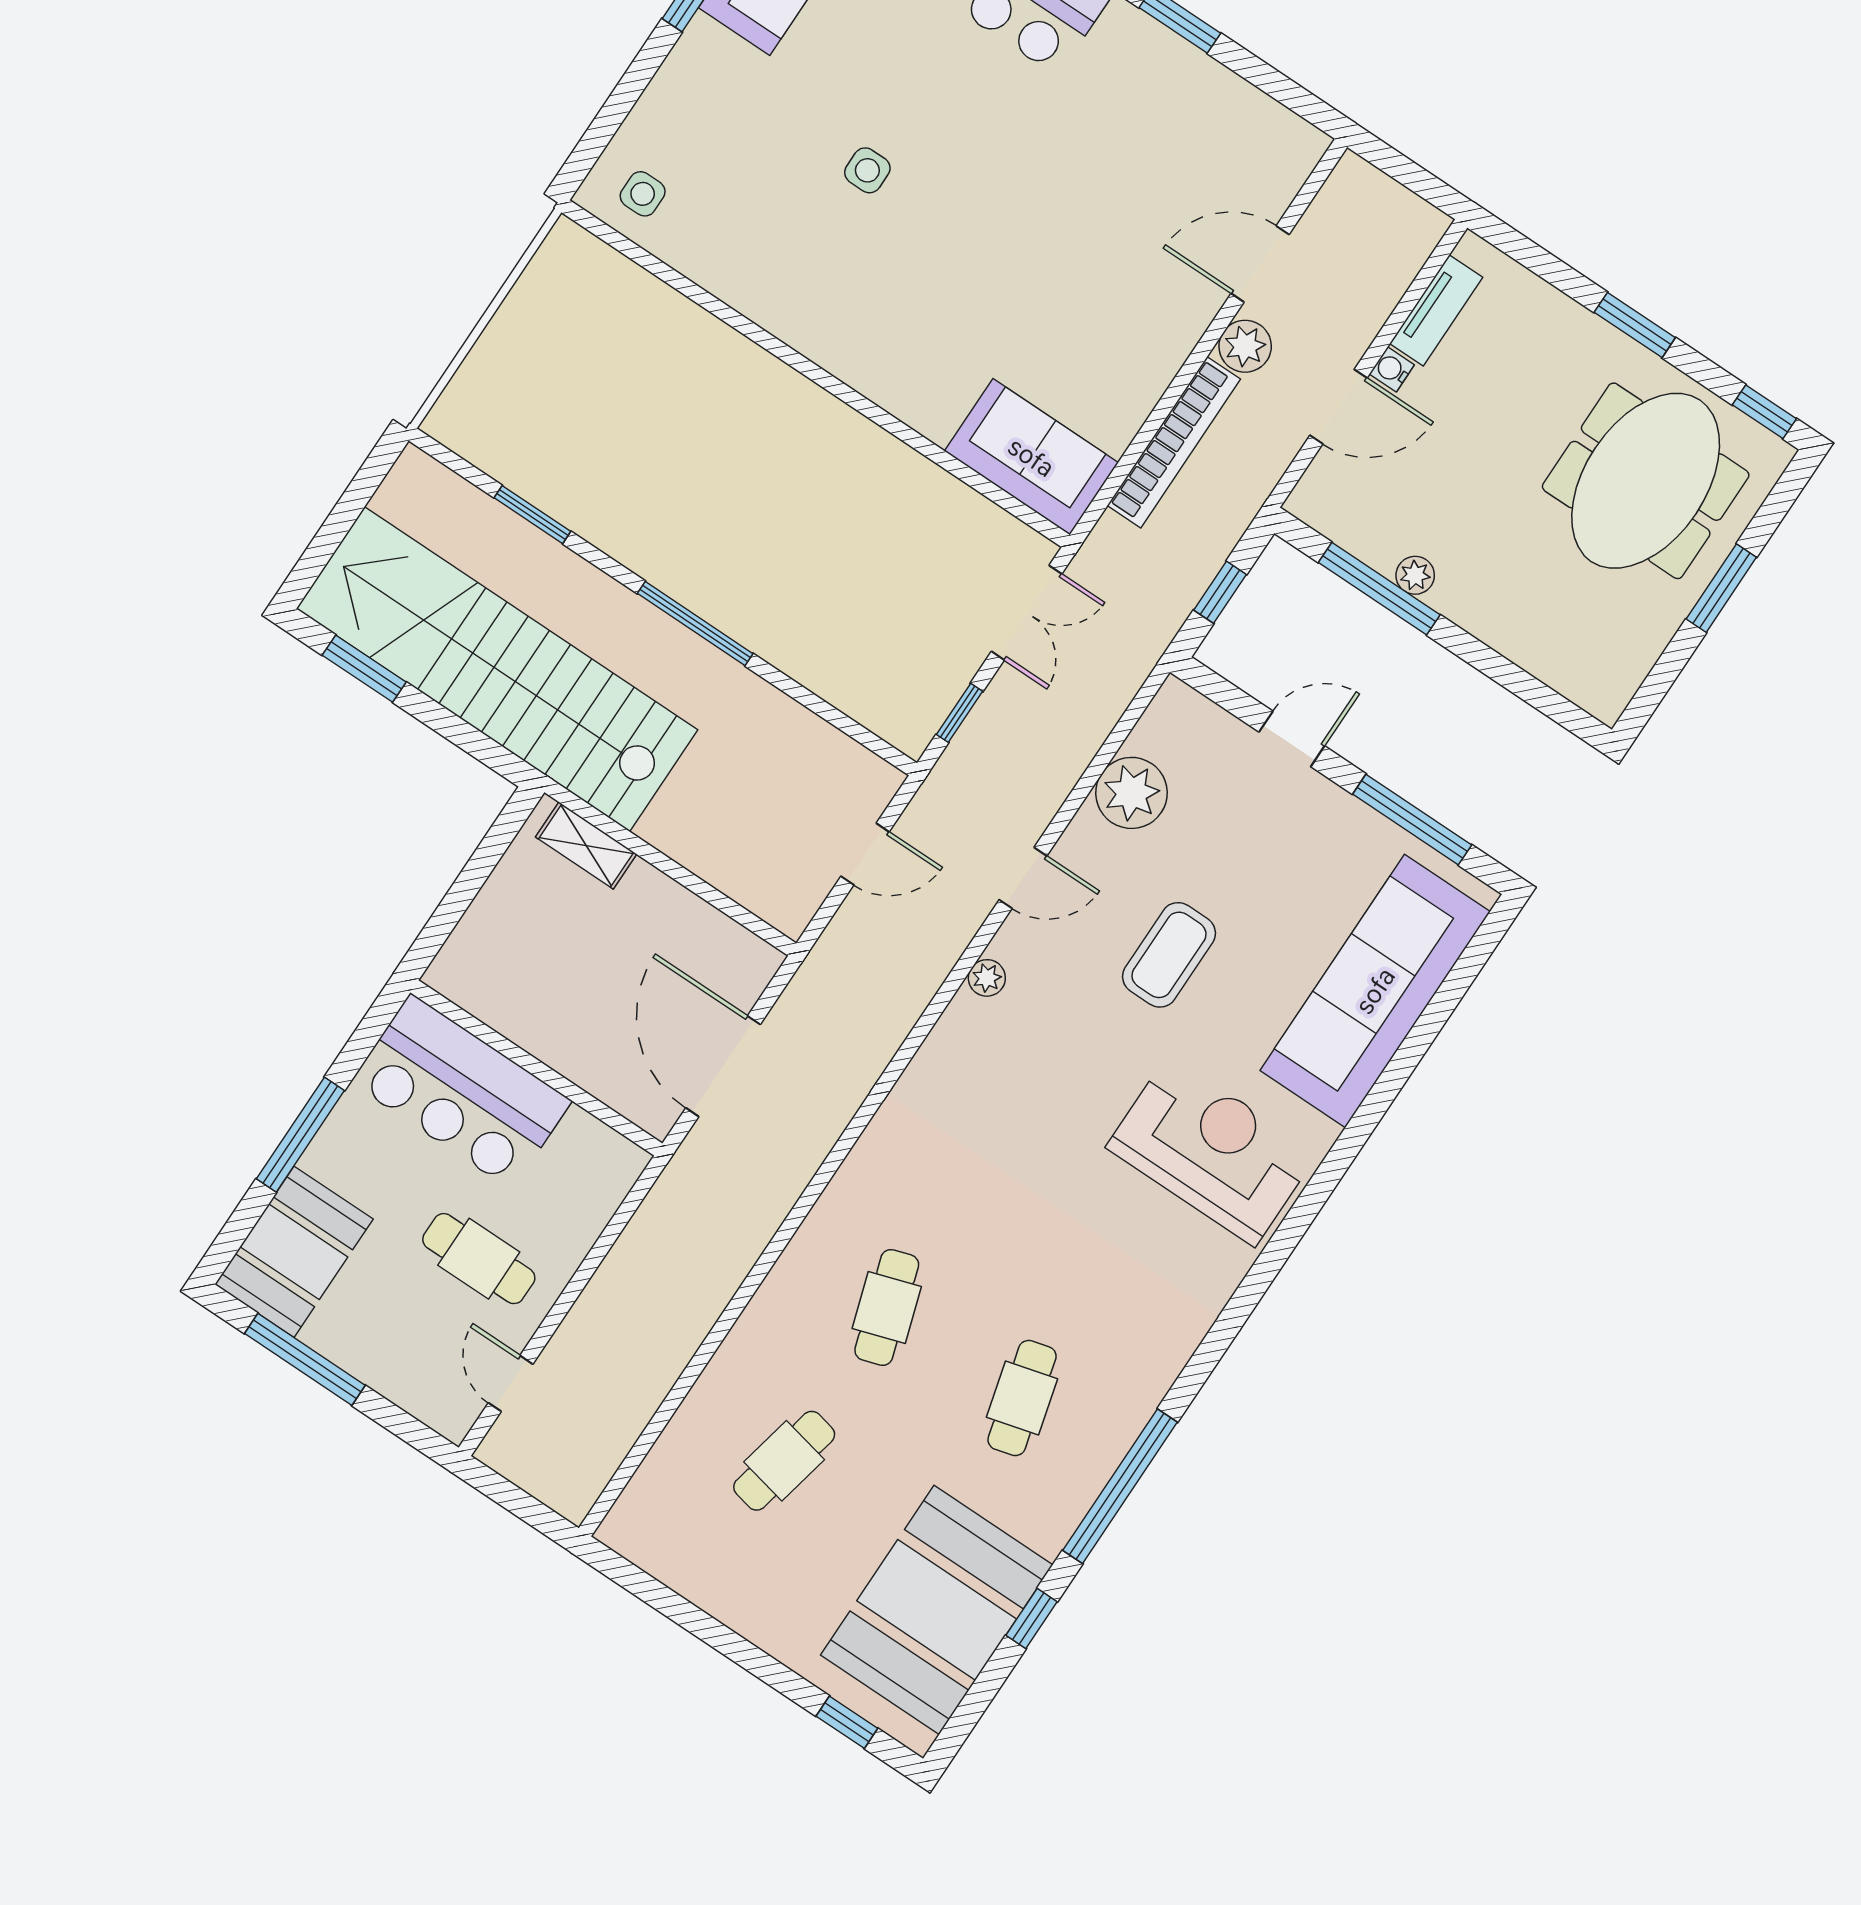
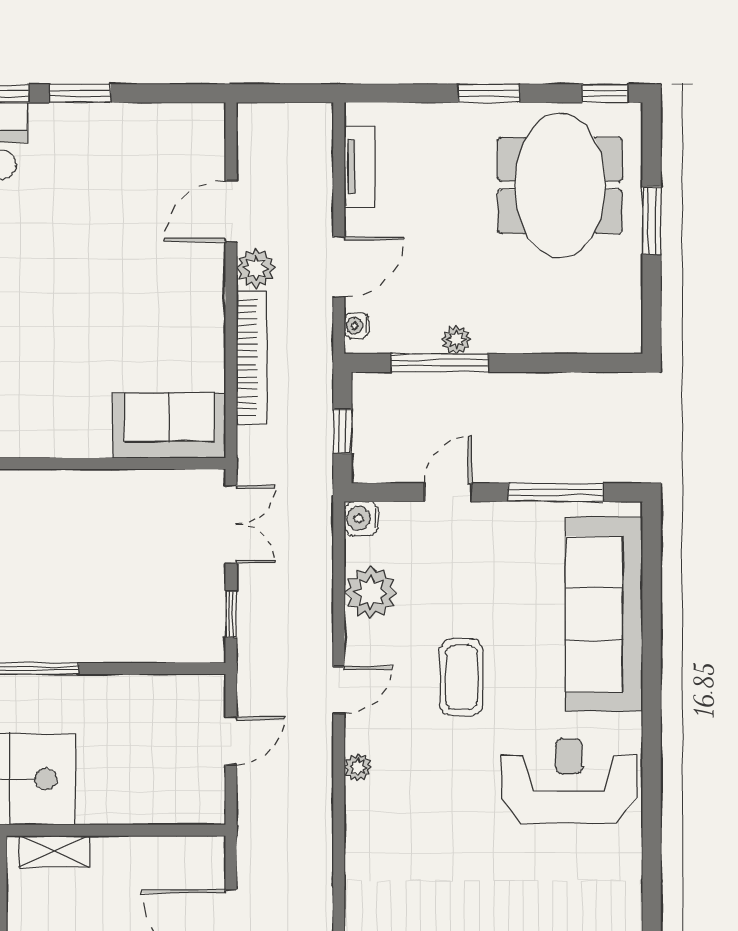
water cooler: (1392, 369) -> (356, 326), moved
water cooler: (1176, 703) -> (361, 518), added

